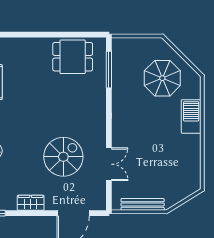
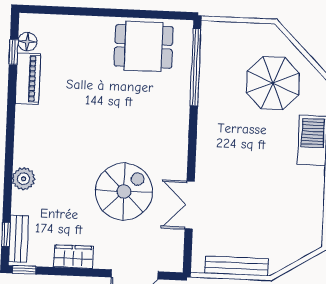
window: (109, 70) -> (195, 67), width x1.46
double door: (109, 164) -> (190, 205), swing flipped

